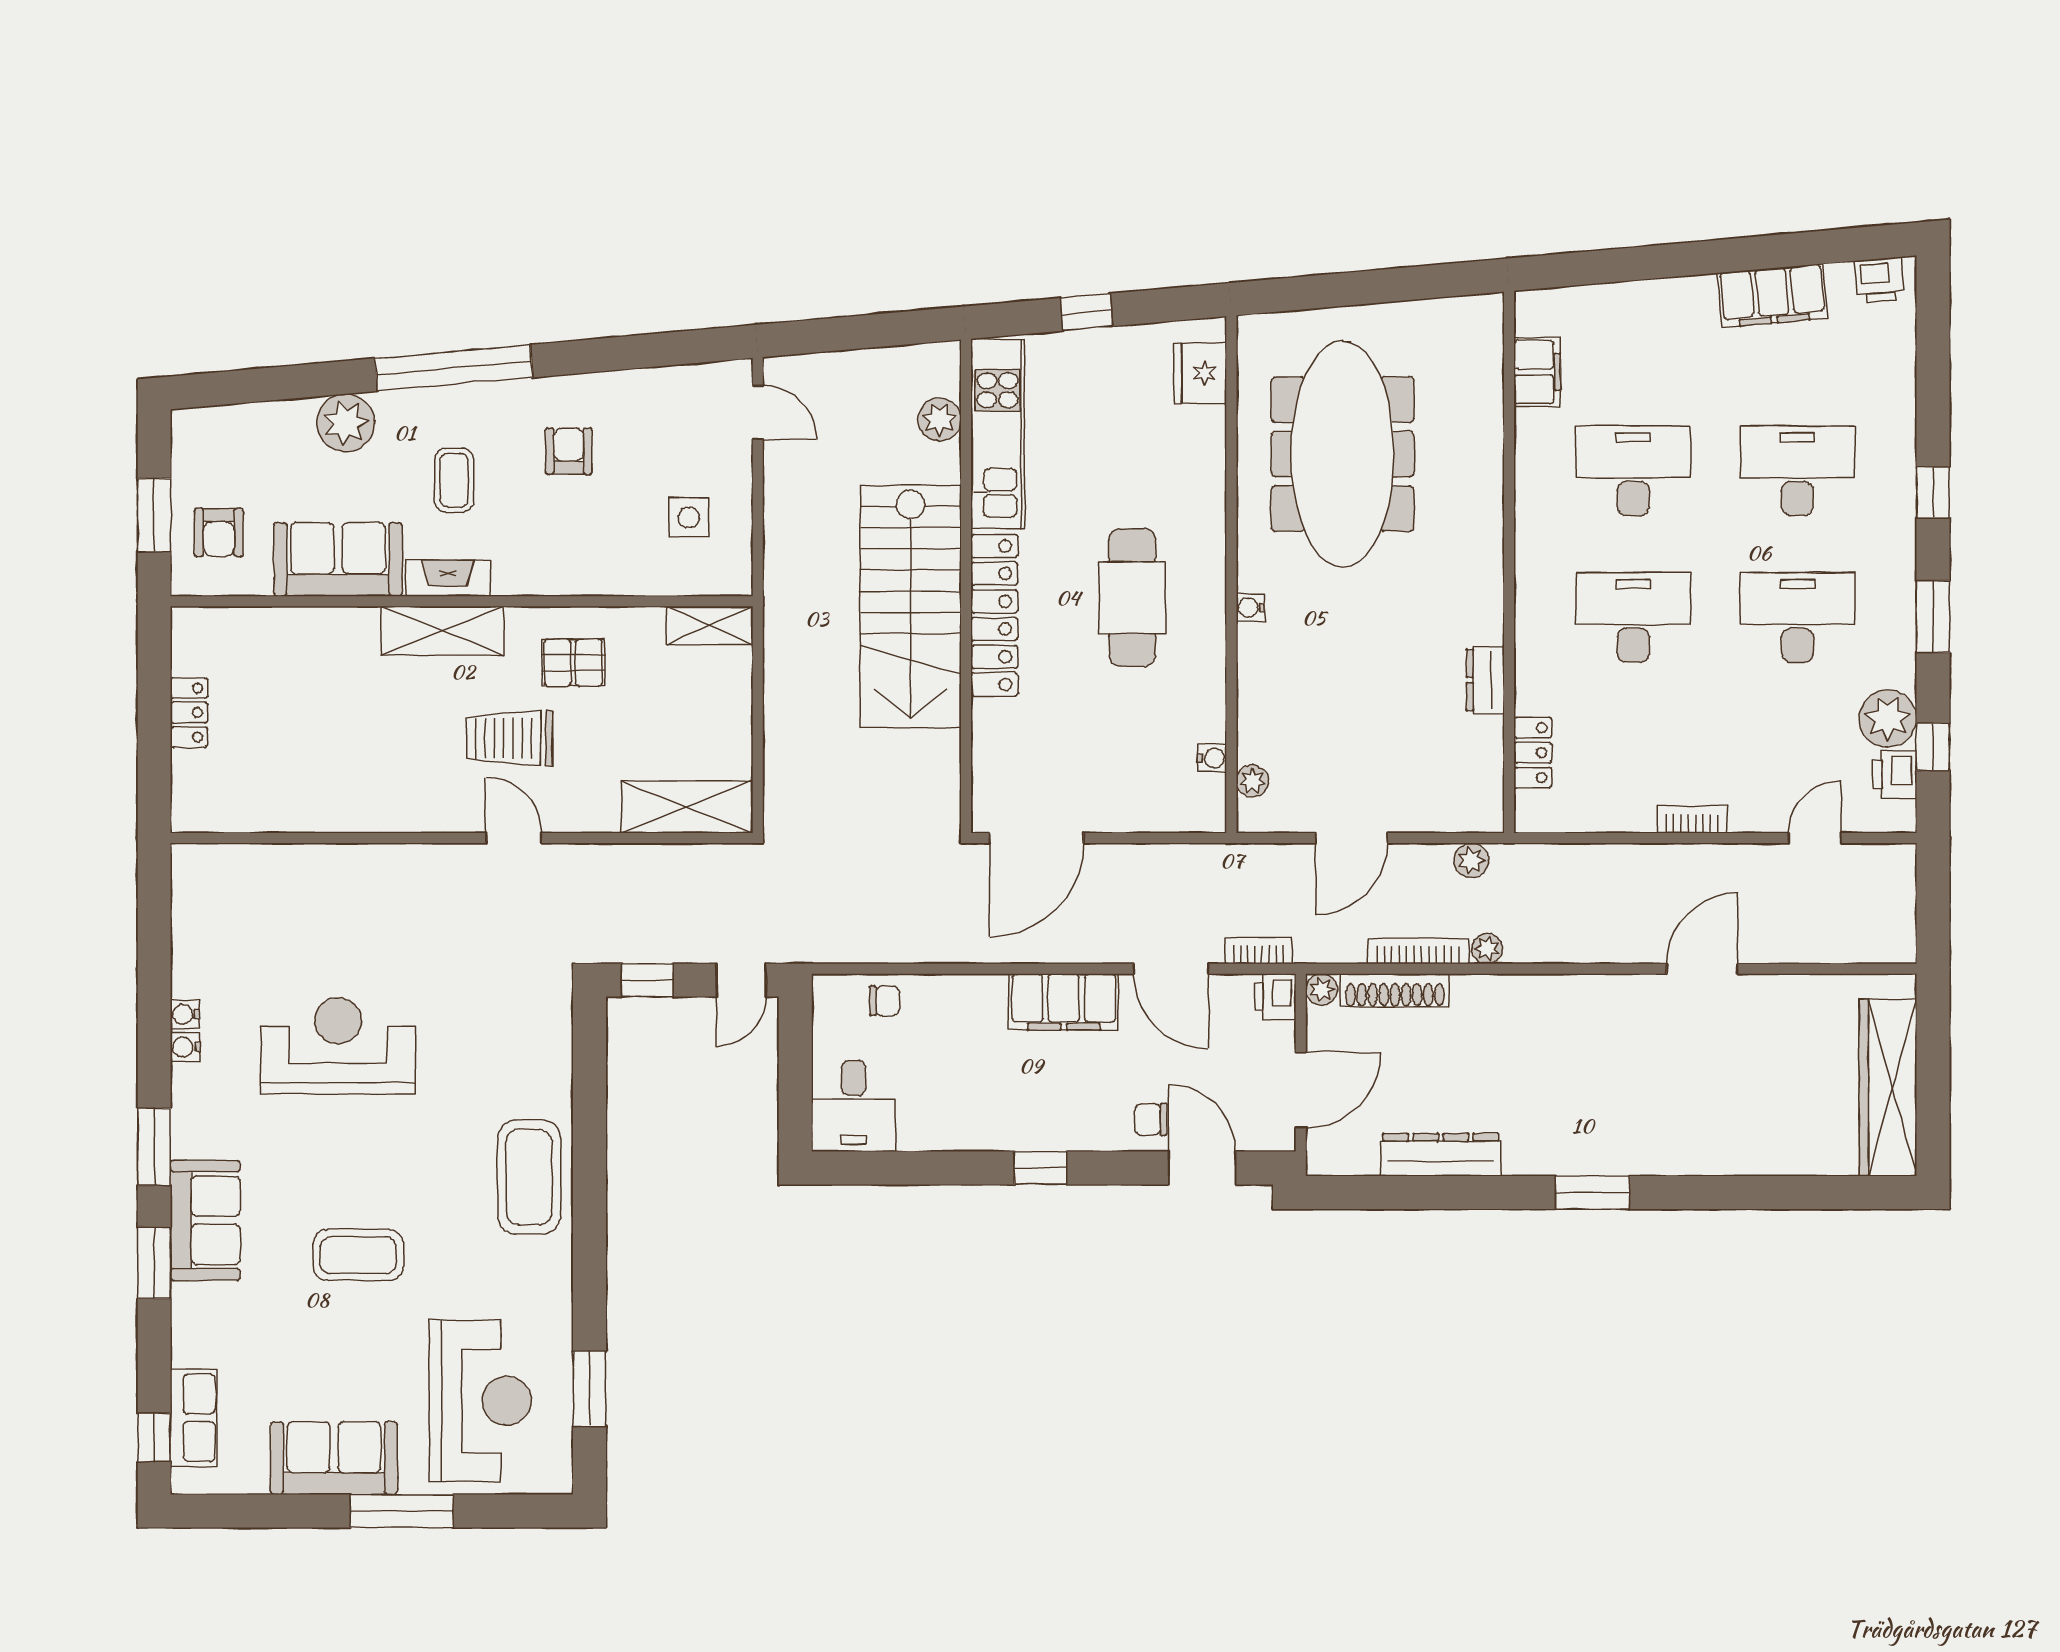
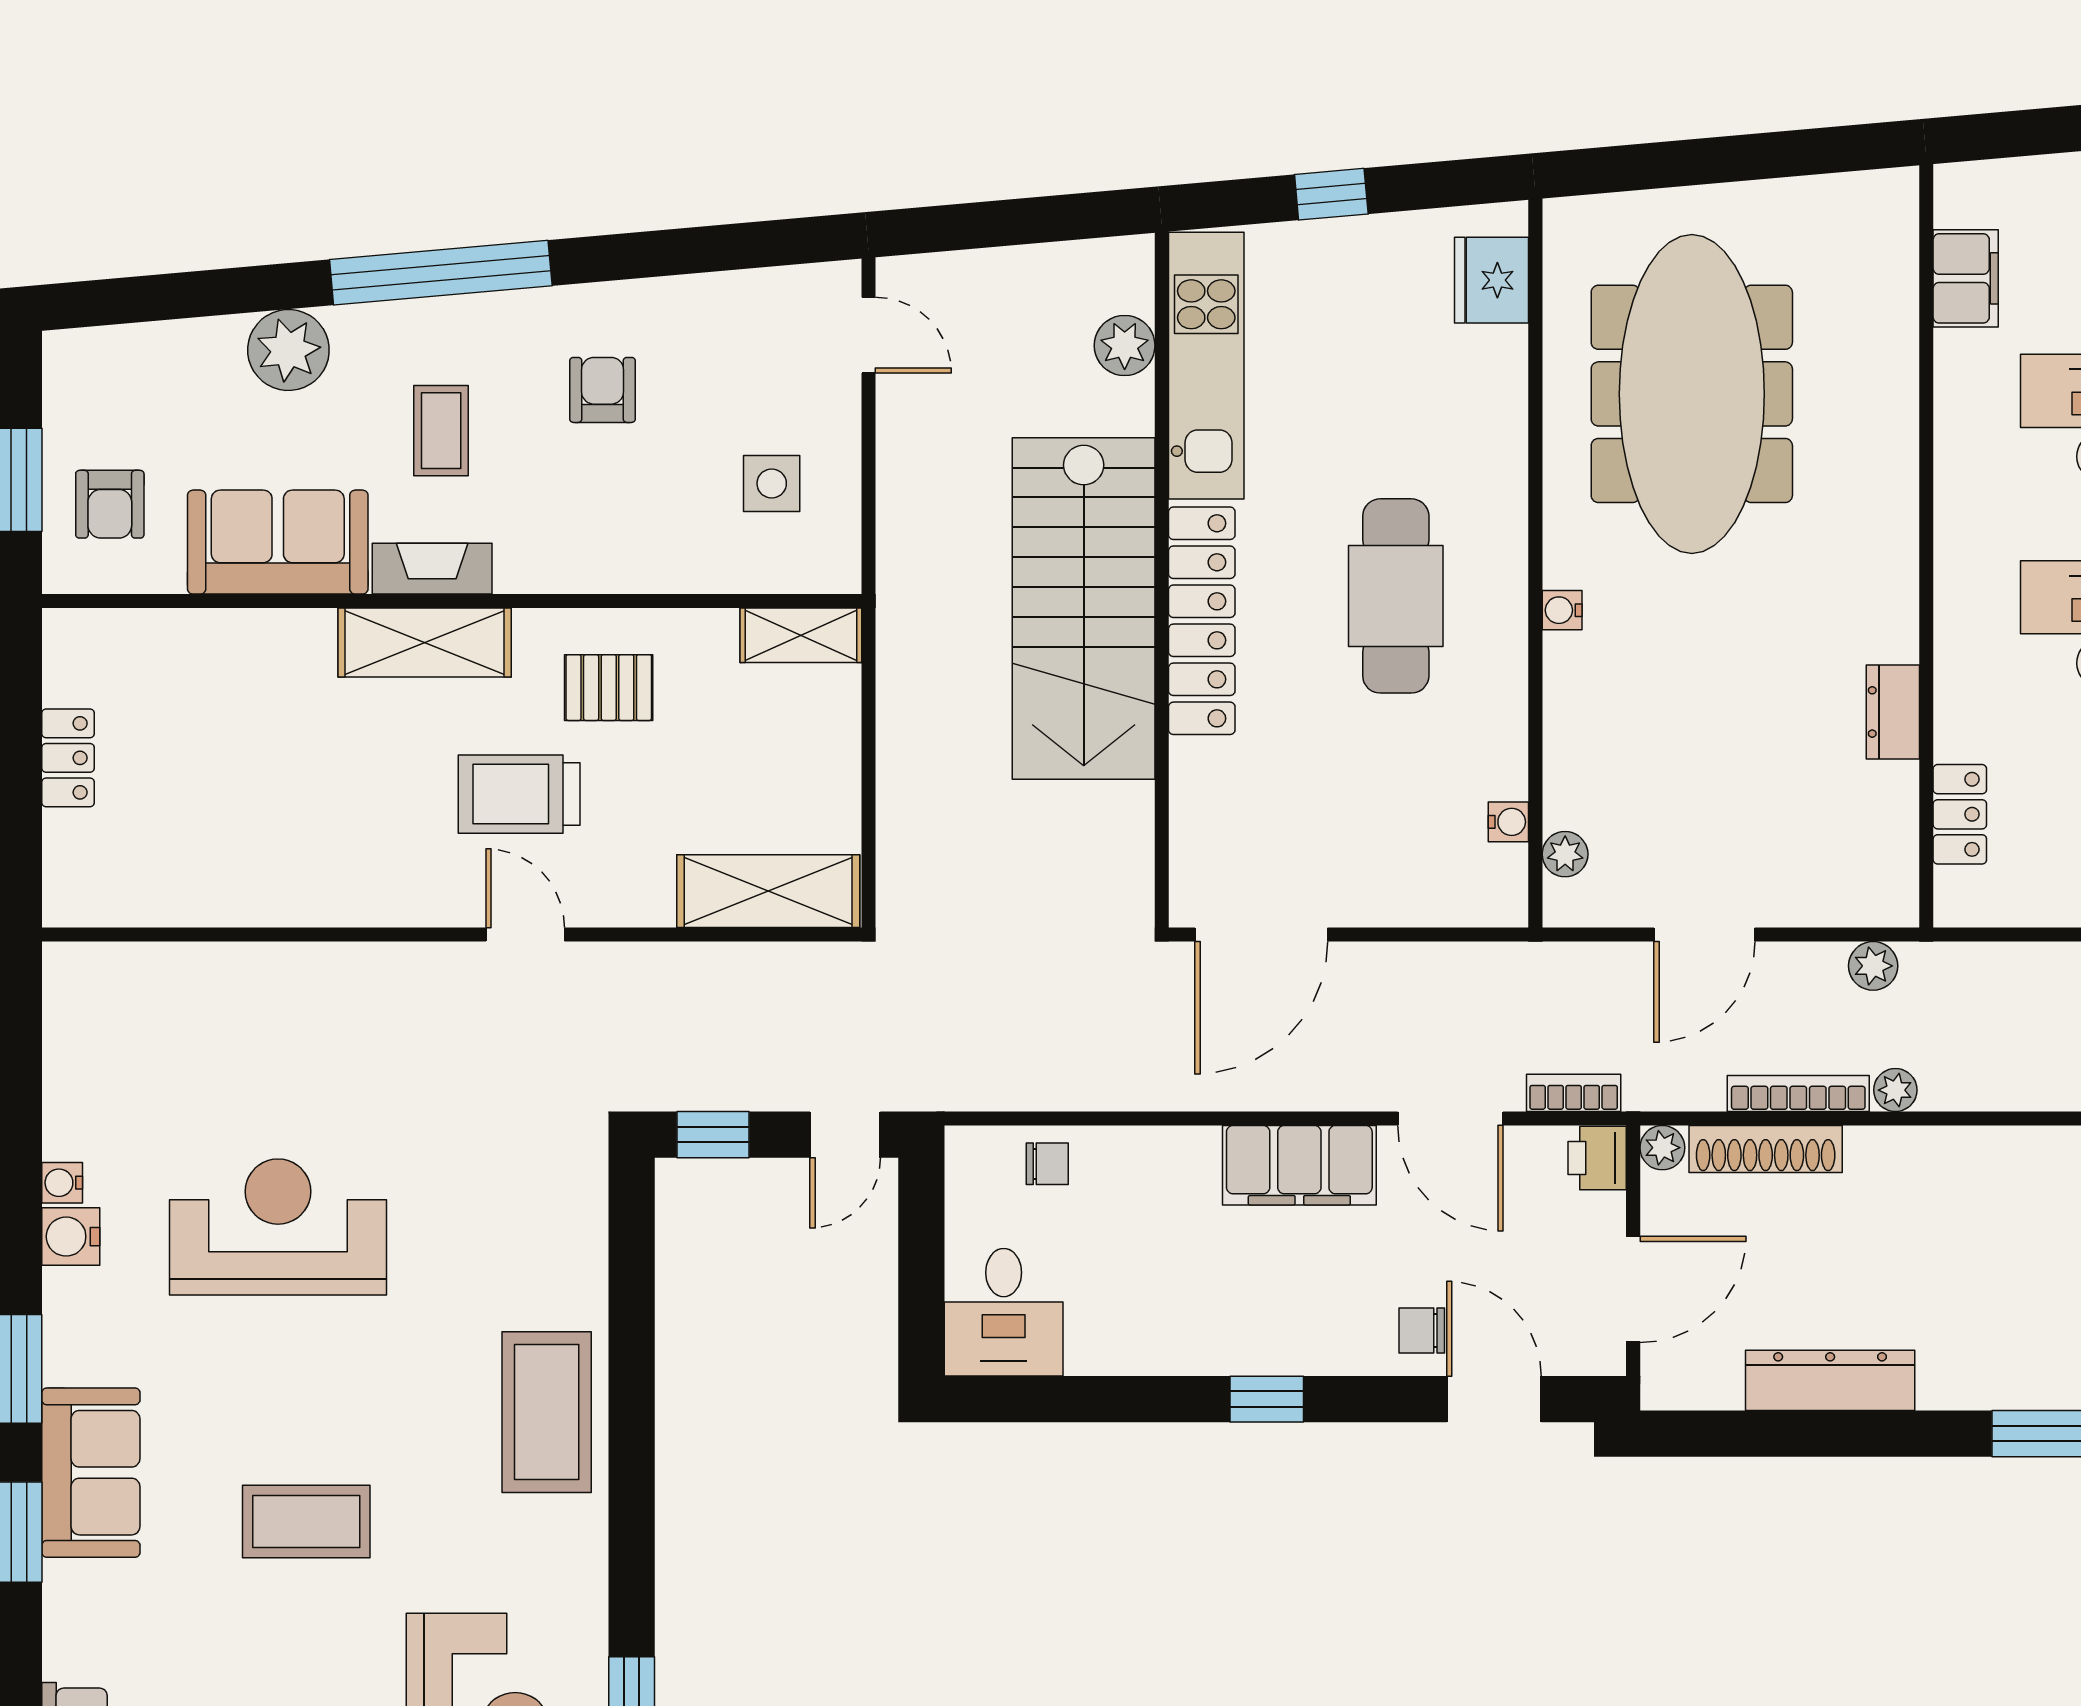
water cooler: (185, 1047) -> (71, 1237), width x1.38, depth x1.38

